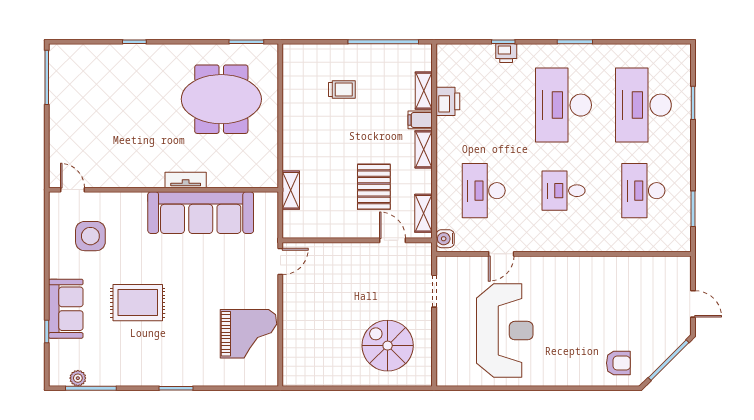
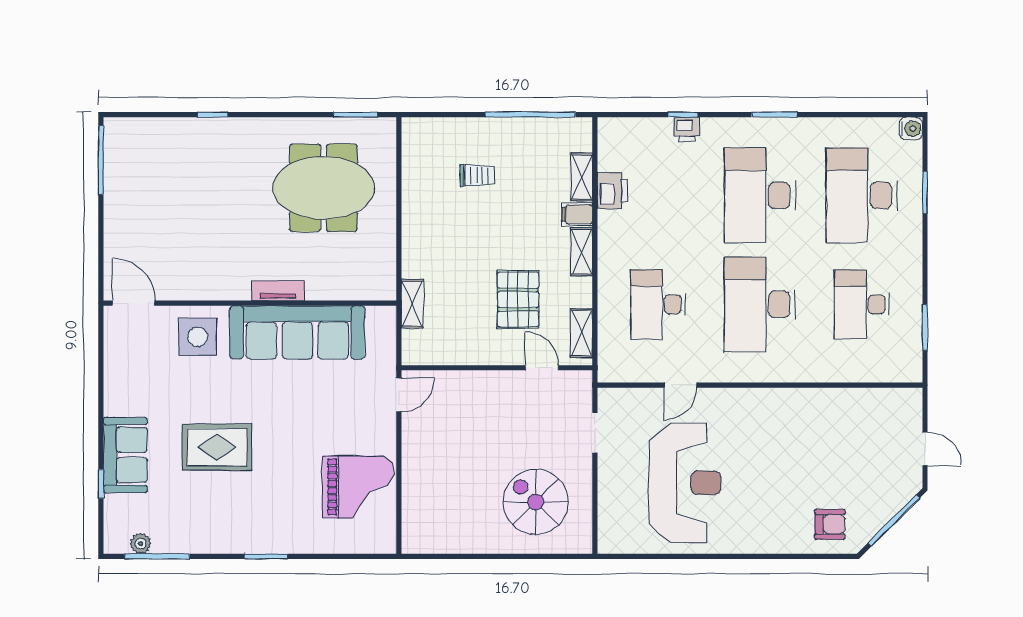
door: (72, 190) -> (134, 303), width x1.38
desk: (564, 191) -> (760, 304), width x1.87, depth x1.30
side table: (90, 236) -> (198, 337), moved
water cooler: (445, 239) -> (911, 129), moved, turned 180

